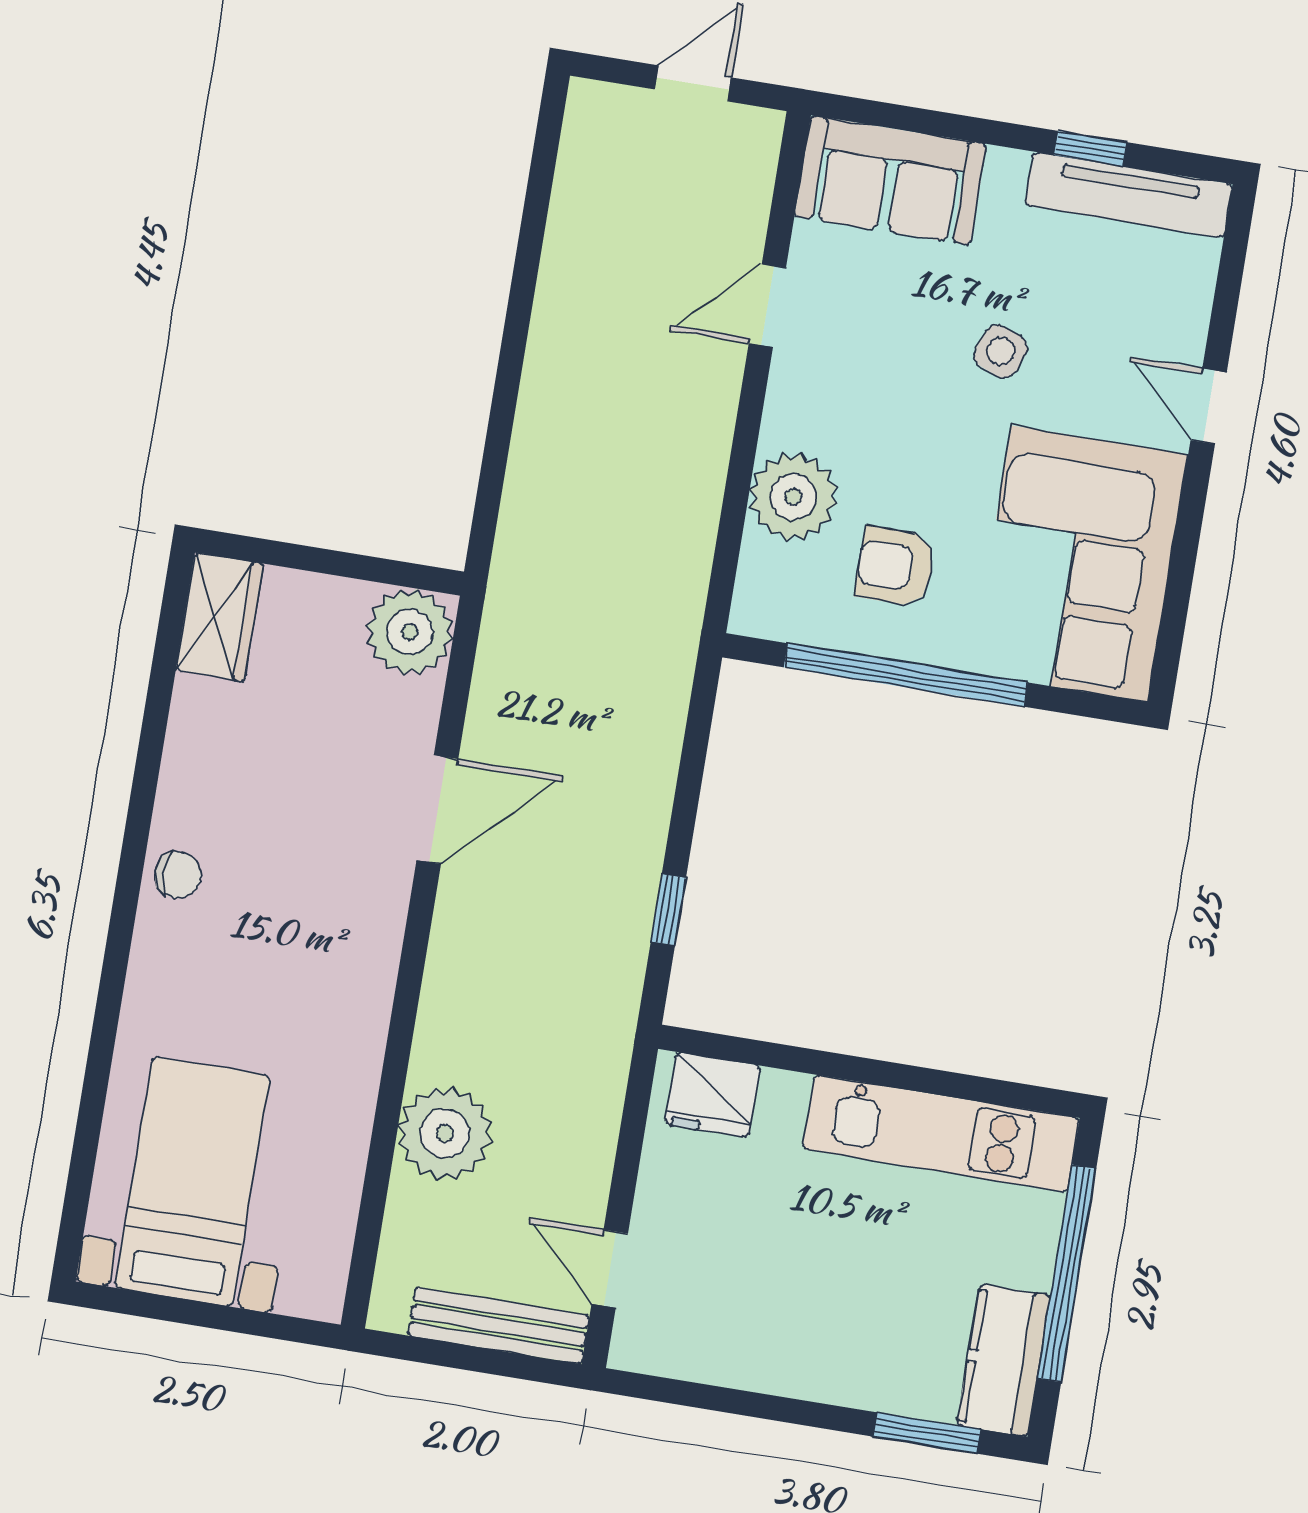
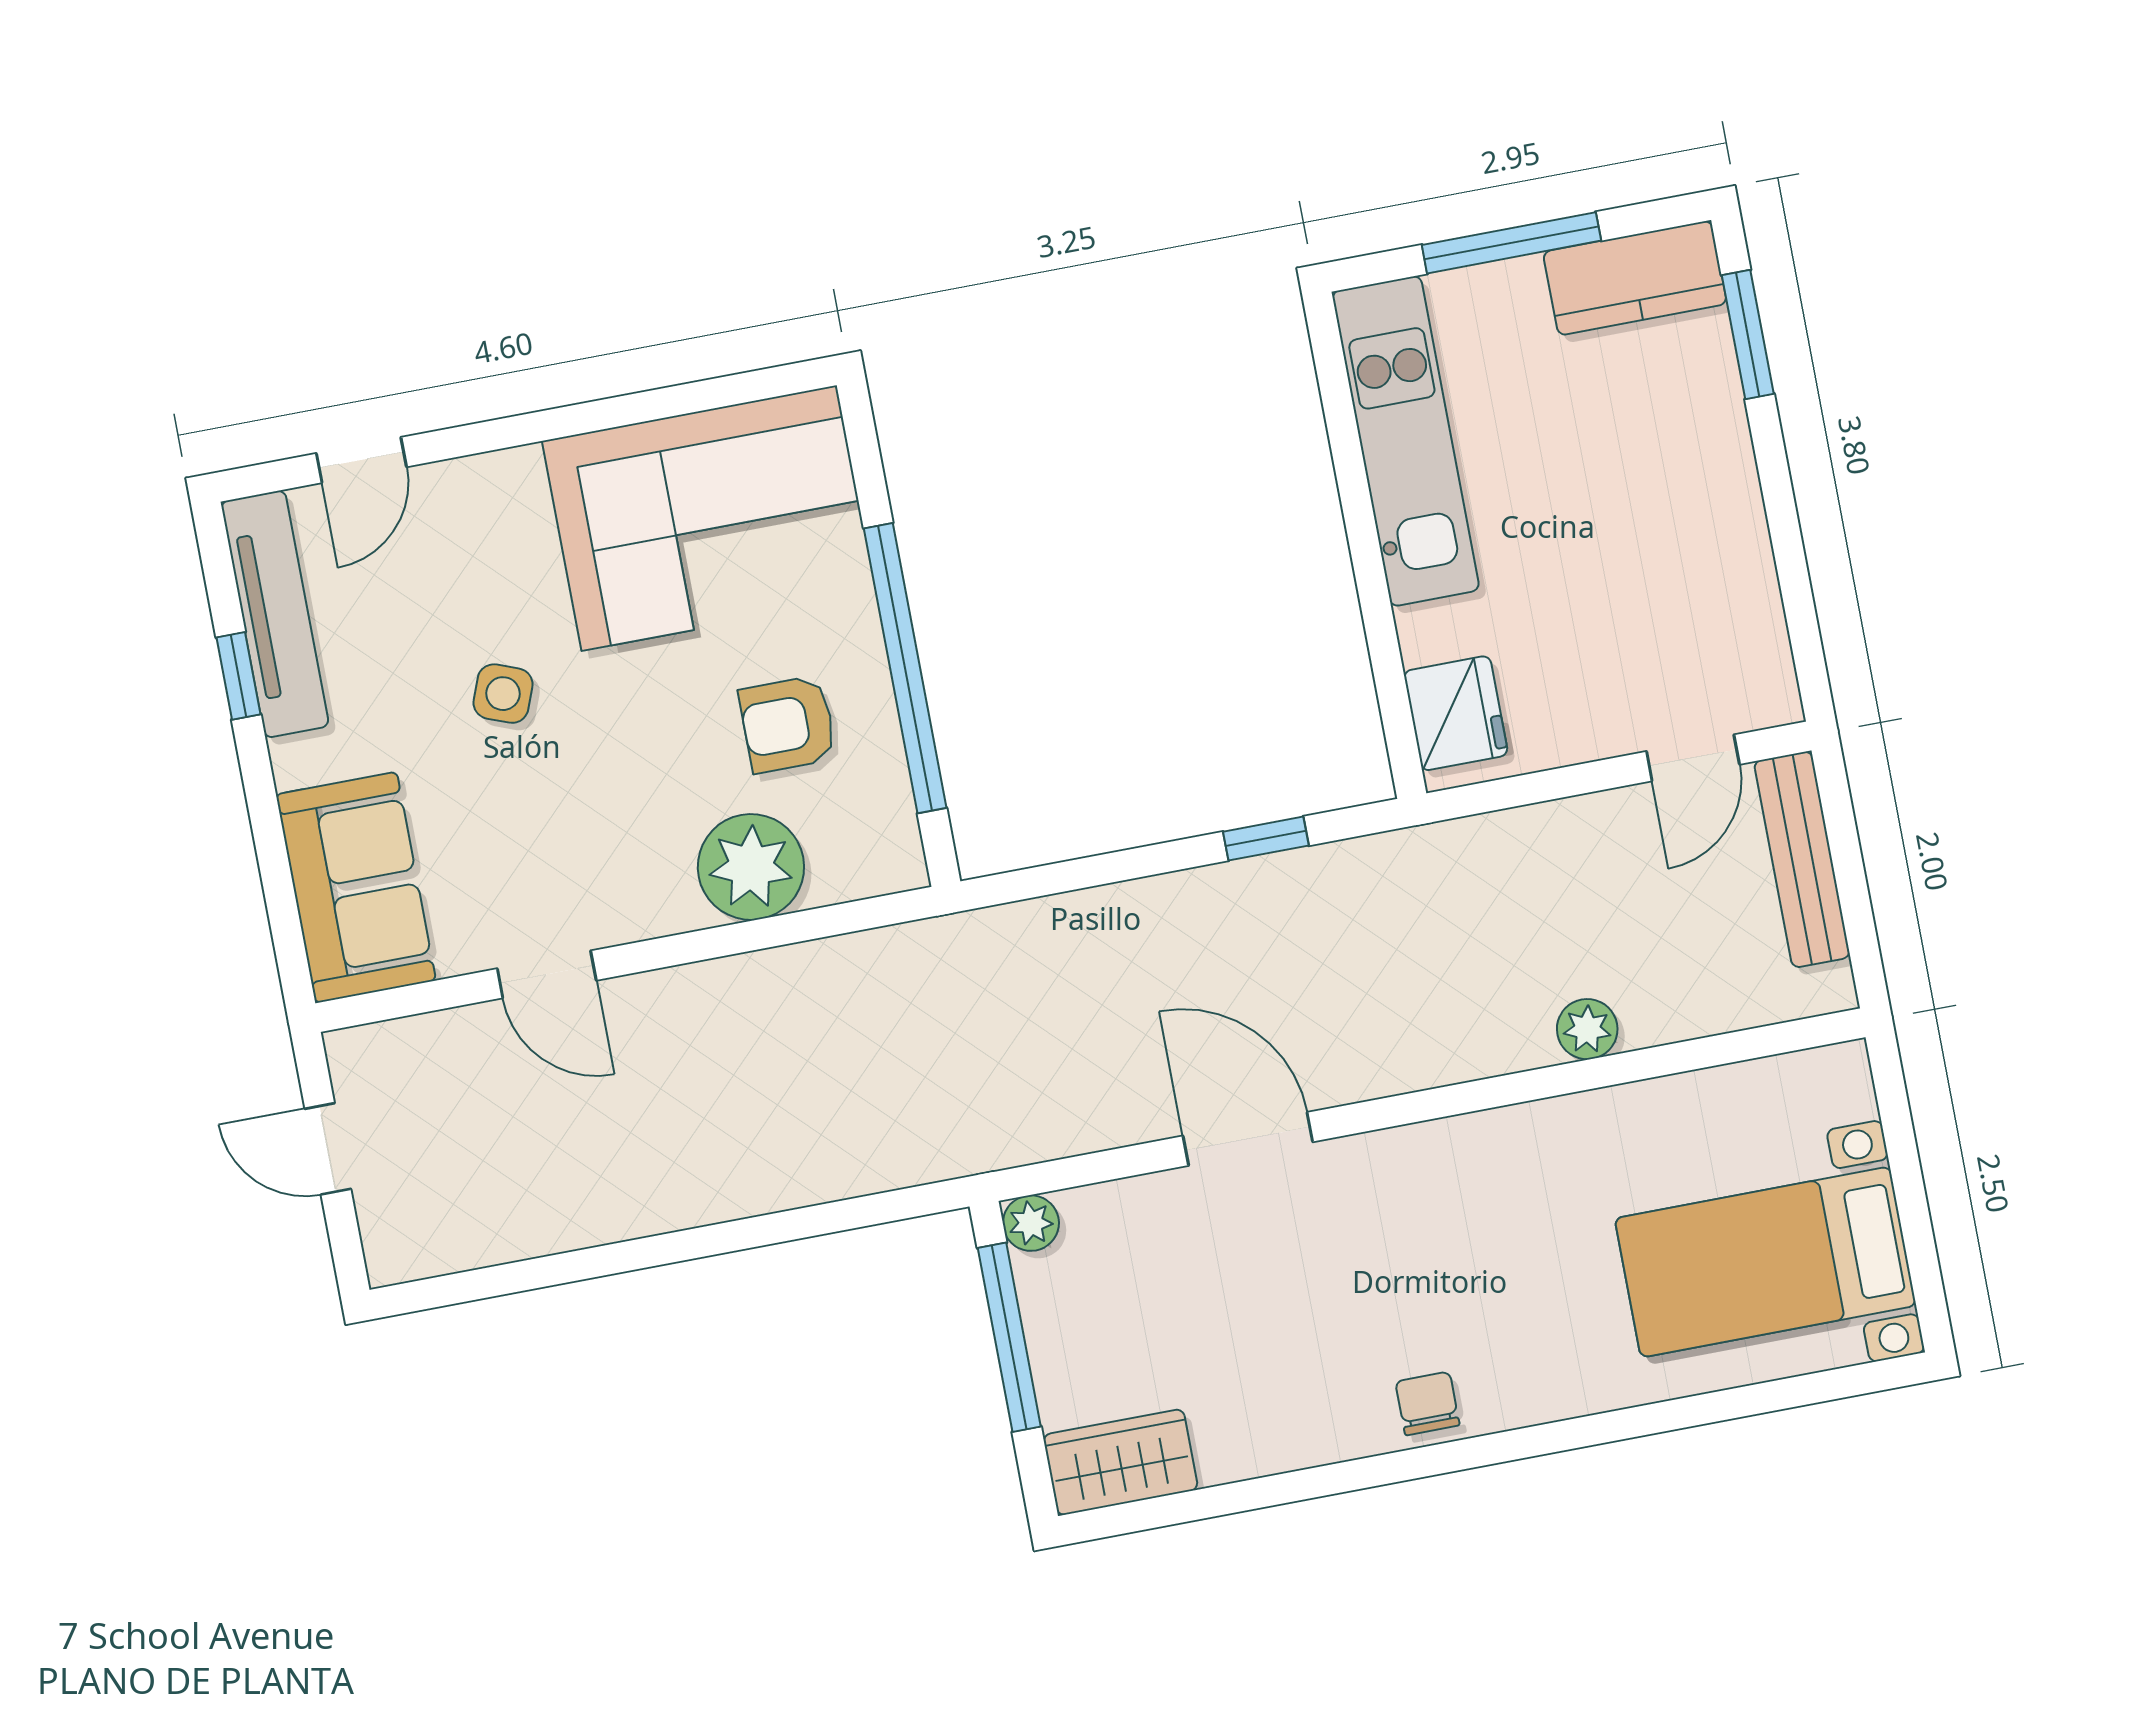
door: (1209, 406) -> (361, 460), moved
window: (350, 565) -> (1009, 1337), added
armchair: (895, 567) -> (788, 724), turned 90
plant: (410, 632) -> (1031, 1223), width x0.53, depth x0.53
plant: (445, 1133) -> (1587, 1029), width x0.53, depth x0.53
window: (1067, 1273) -> (1511, 243), width x0.68

